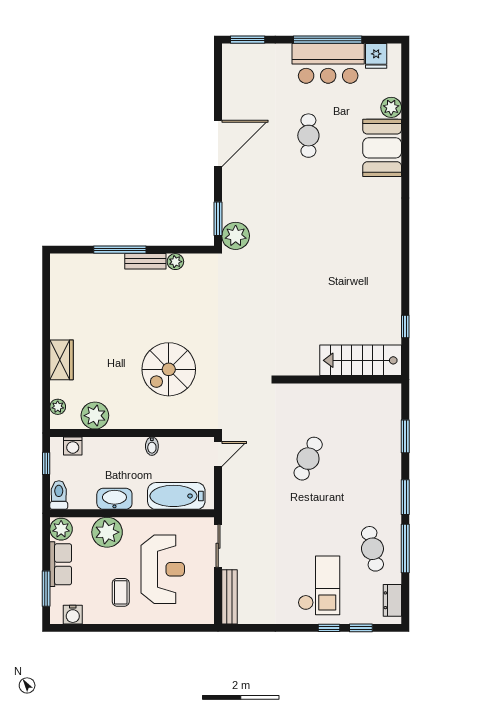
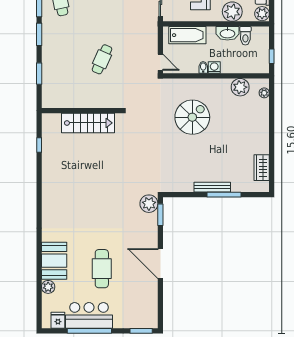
cafe table: (308, 136) -> (102, 269), width x1.37, depth x1.35
door: (218, 143) -> (160, 264), hinge flipped
bench: (145, 261) -> (212, 187), width x1.36
plant: (175, 262) -> (188, 187), removed
wardrobe: (62, 360) -> (262, 168), moved
stairs: (361, 360) -> (88, 123), moved
washing machine: (73, 446) -> (214, 67), moved
door: (218, 454) -> (160, 62), swing flipped
toilet: (59, 495) -> (245, 36), moved

